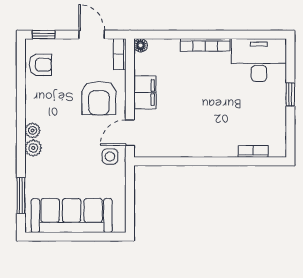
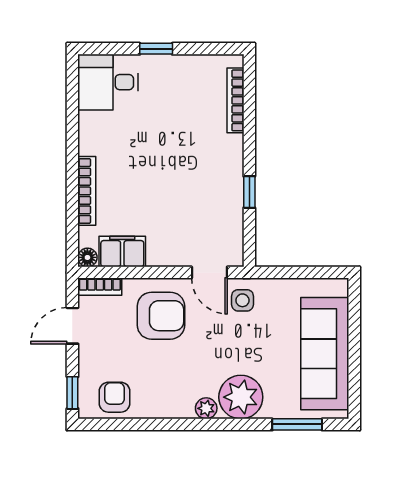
bookcase: (205, 45) -> (87, 191), moved
desk: (259, 60) -> (108, 82), width x0.73
filing cabinet: (145, 92) -> (122, 251), moved
plant: (33, 148) -> (241, 397), width x1.88, depth x1.88
bookcase: (253, 151) -> (235, 100), width x1.56
window: (188, 161) -> (249, 192), added

